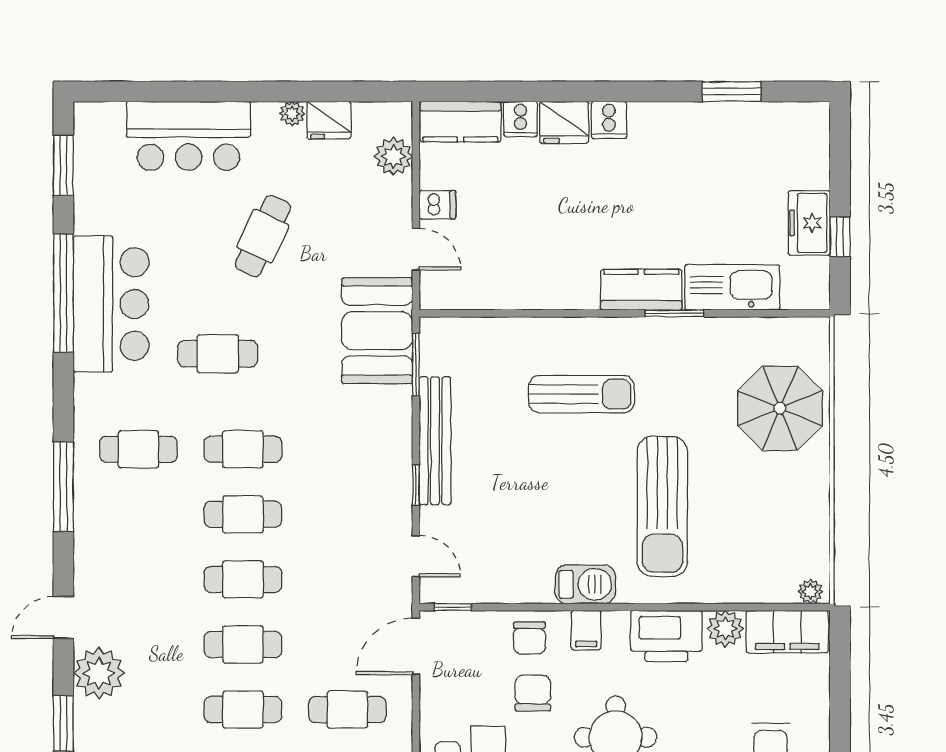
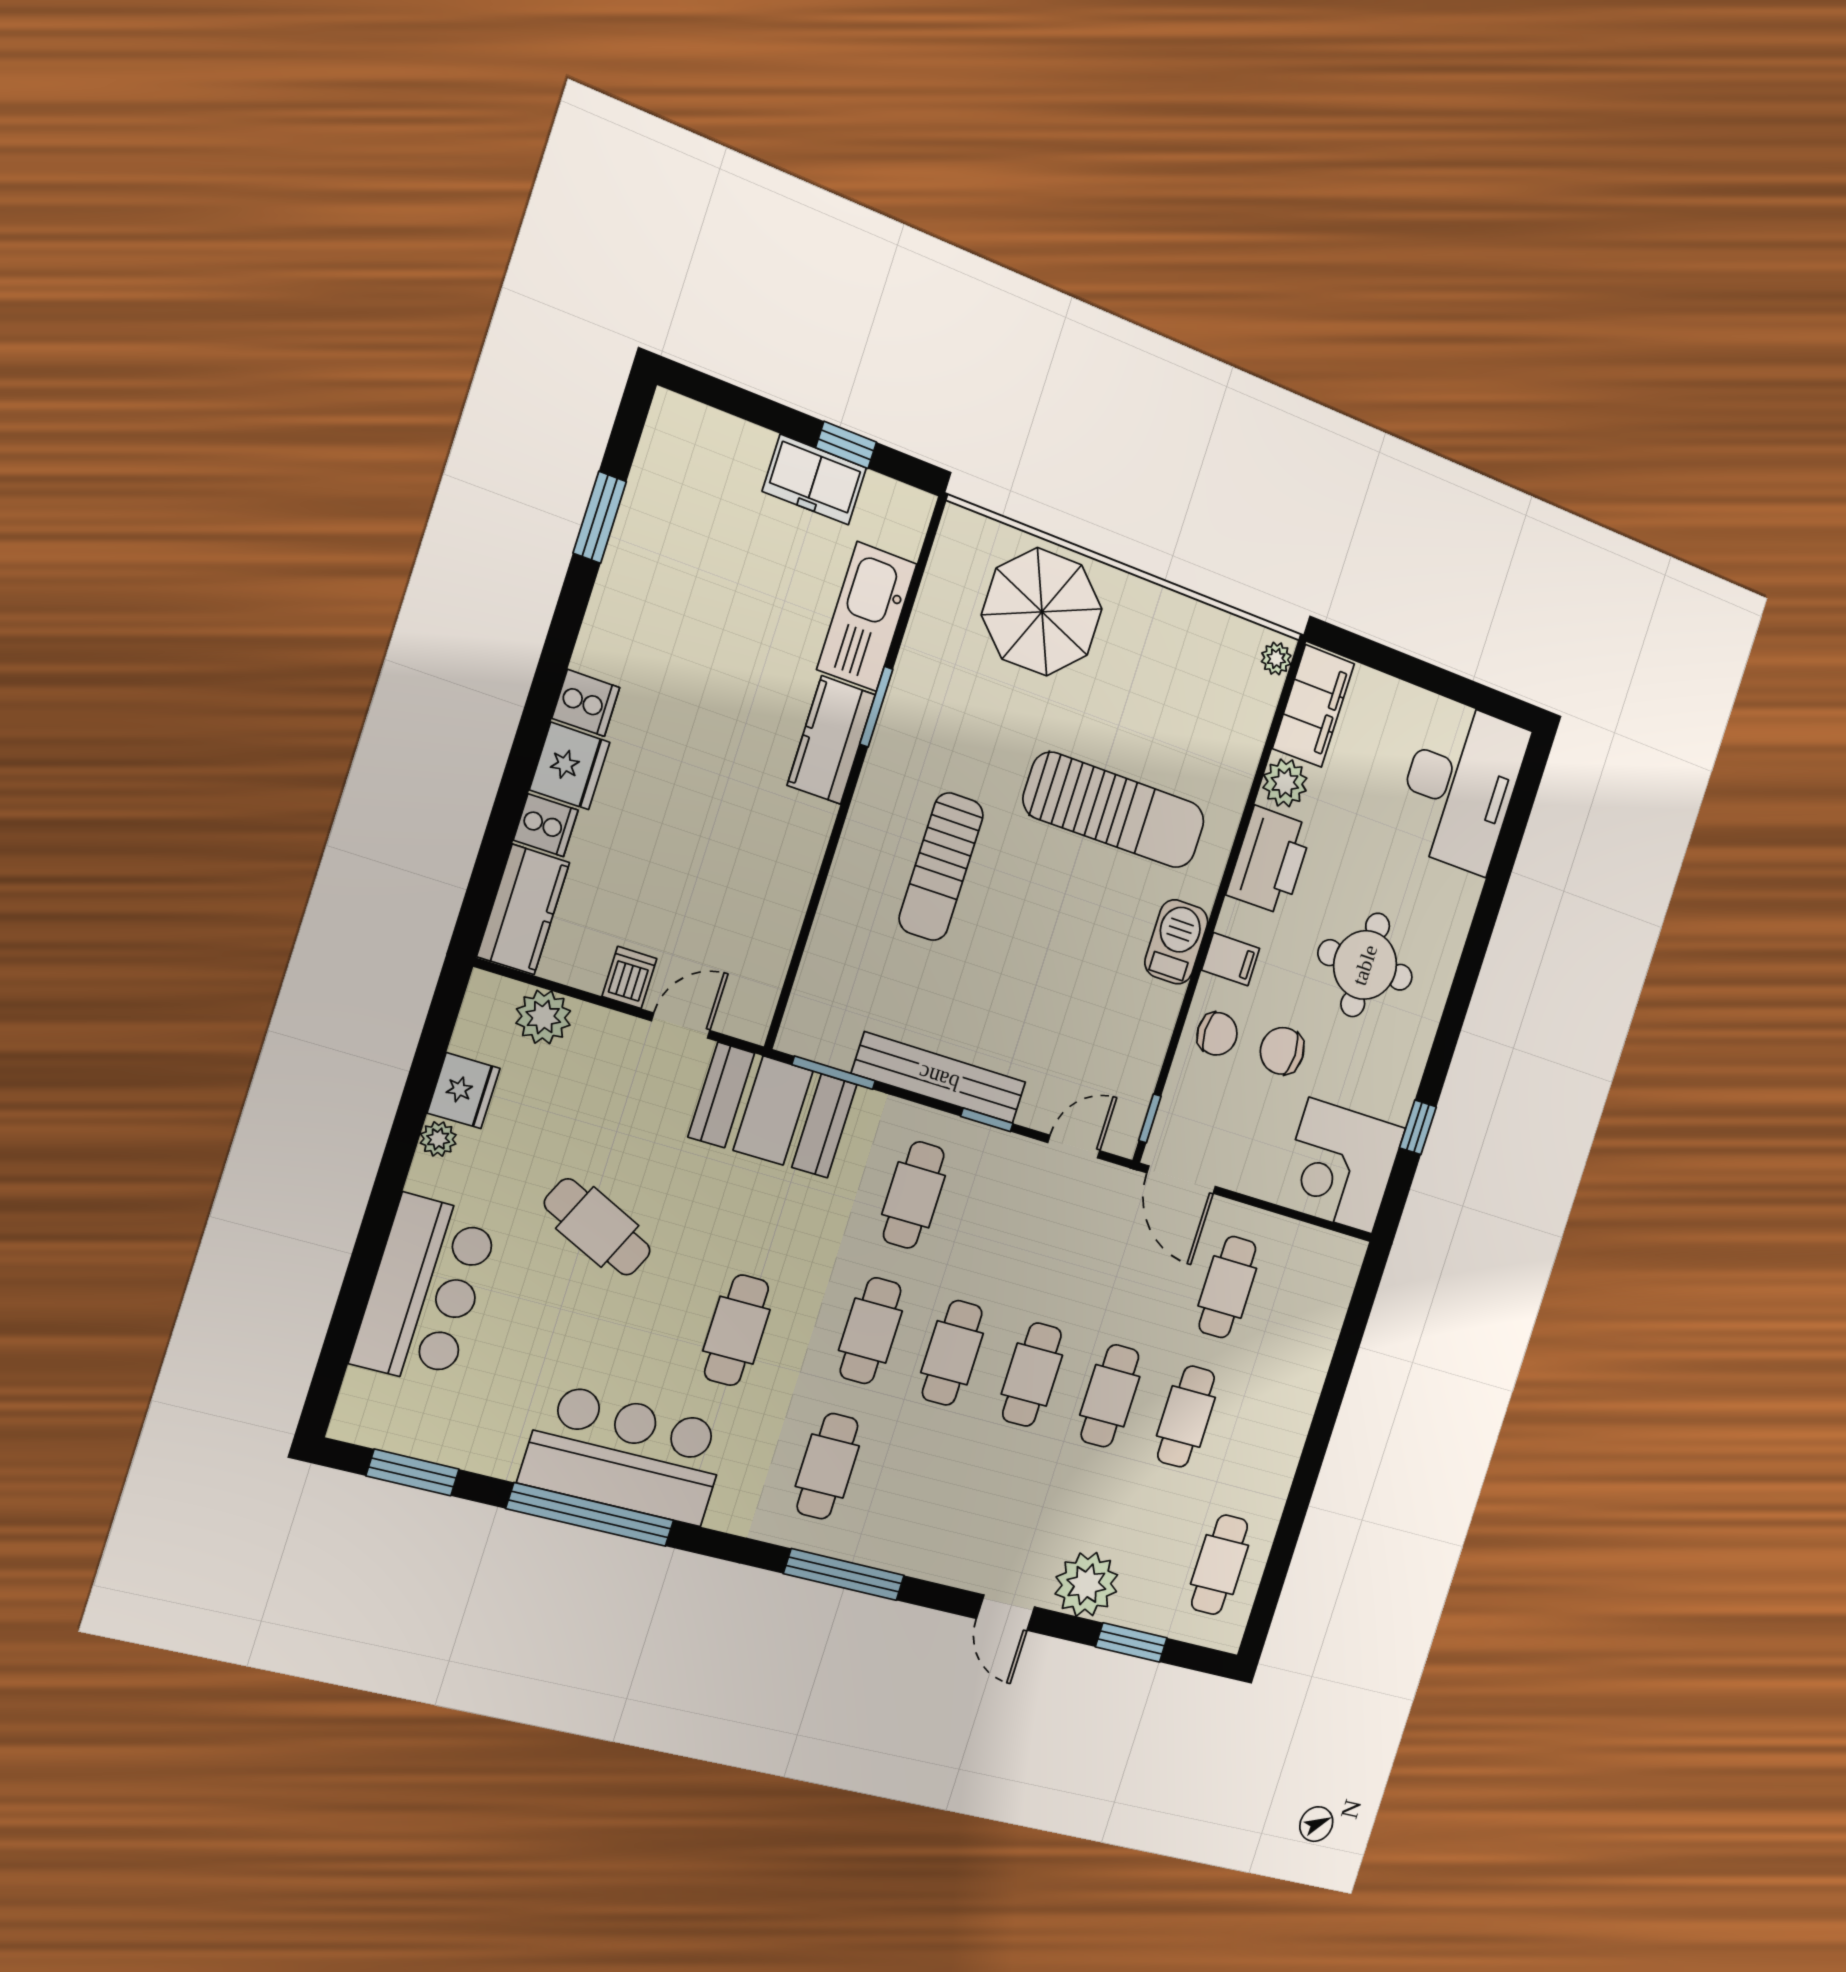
sun lounger: (581, 394) -> (941, 867), turned 180
cafe table: (347, 449) -> (914, 1195), added

